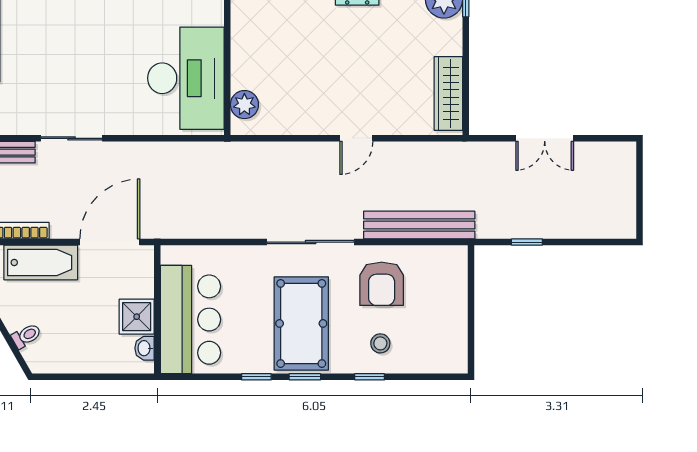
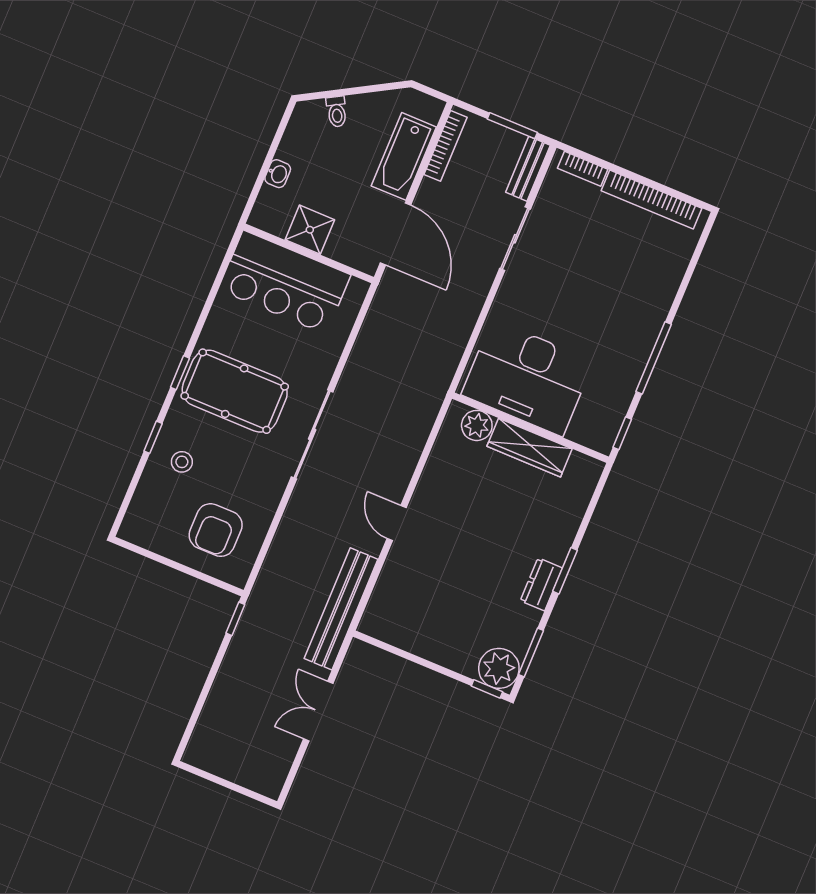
wardrobe: (448, 93) -> (529, 448), moved, turned 180
bench: (419, 225) -> (341, 609), moved
window: (527, 242) -> (235, 619), moved
armchair: (382, 284) -> (216, 530), moved, turned -90
washbasin: (145, 348) -> (278, 174), moved, turned 90
window: (256, 377) -> (200, 324), removed

